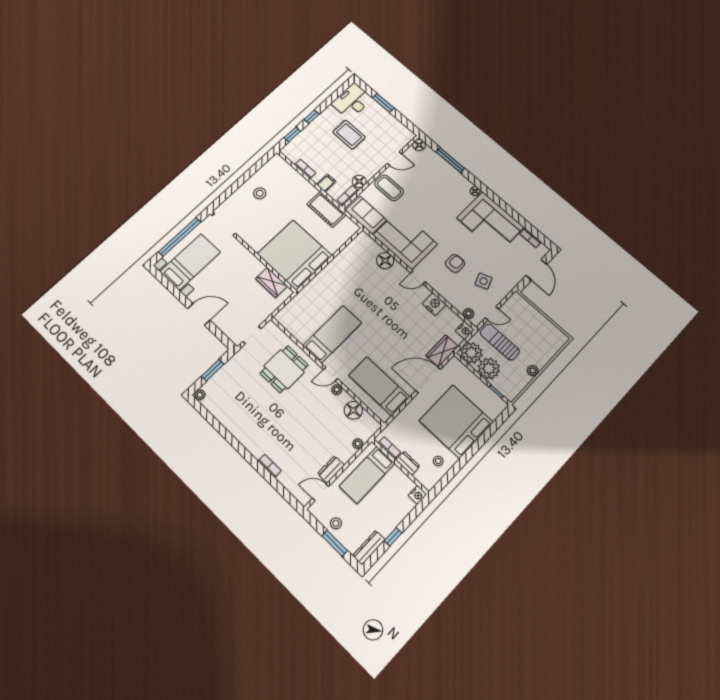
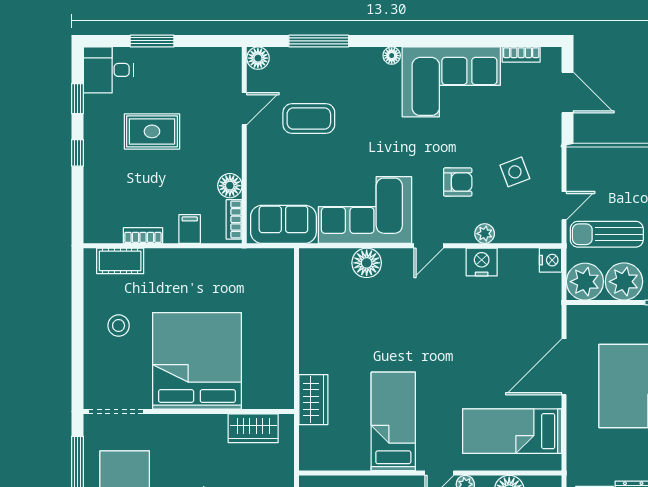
desk: (352, 101) -> (108, 70), width x0.73
window: (292, 134) -> (77, 99), moved
coffee table: (389, 188) -> (309, 118), moved
cot: (326, 209) -> (120, 261), moved, width x0.73, depth x0.75
bed: (295, 255) -> (197, 361), moved, turned 90
armchair: (455, 263) -> (458, 182), turned 90
plant: (469, 314) -> (485, 234), moved
wardrobe: (442, 351) -> (313, 400), moved, turned 180

